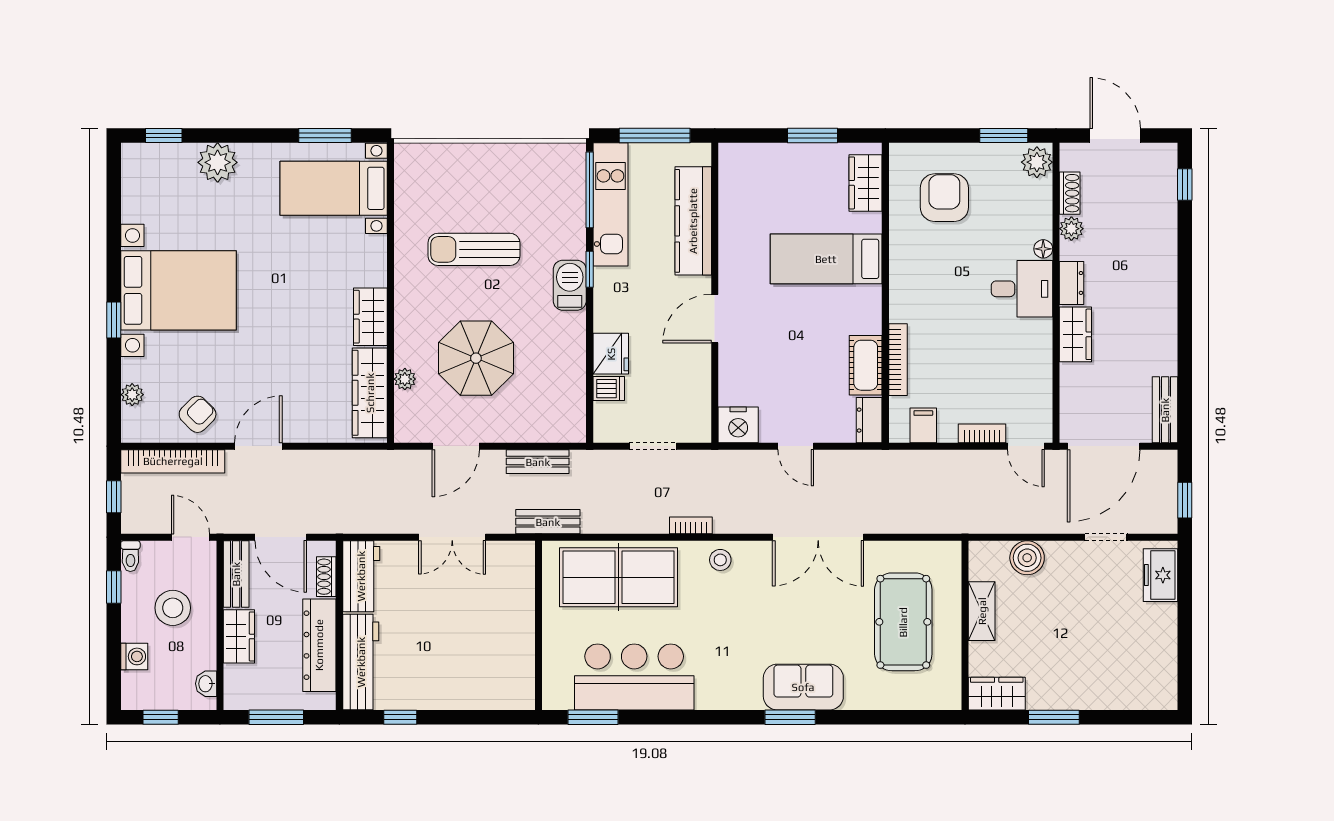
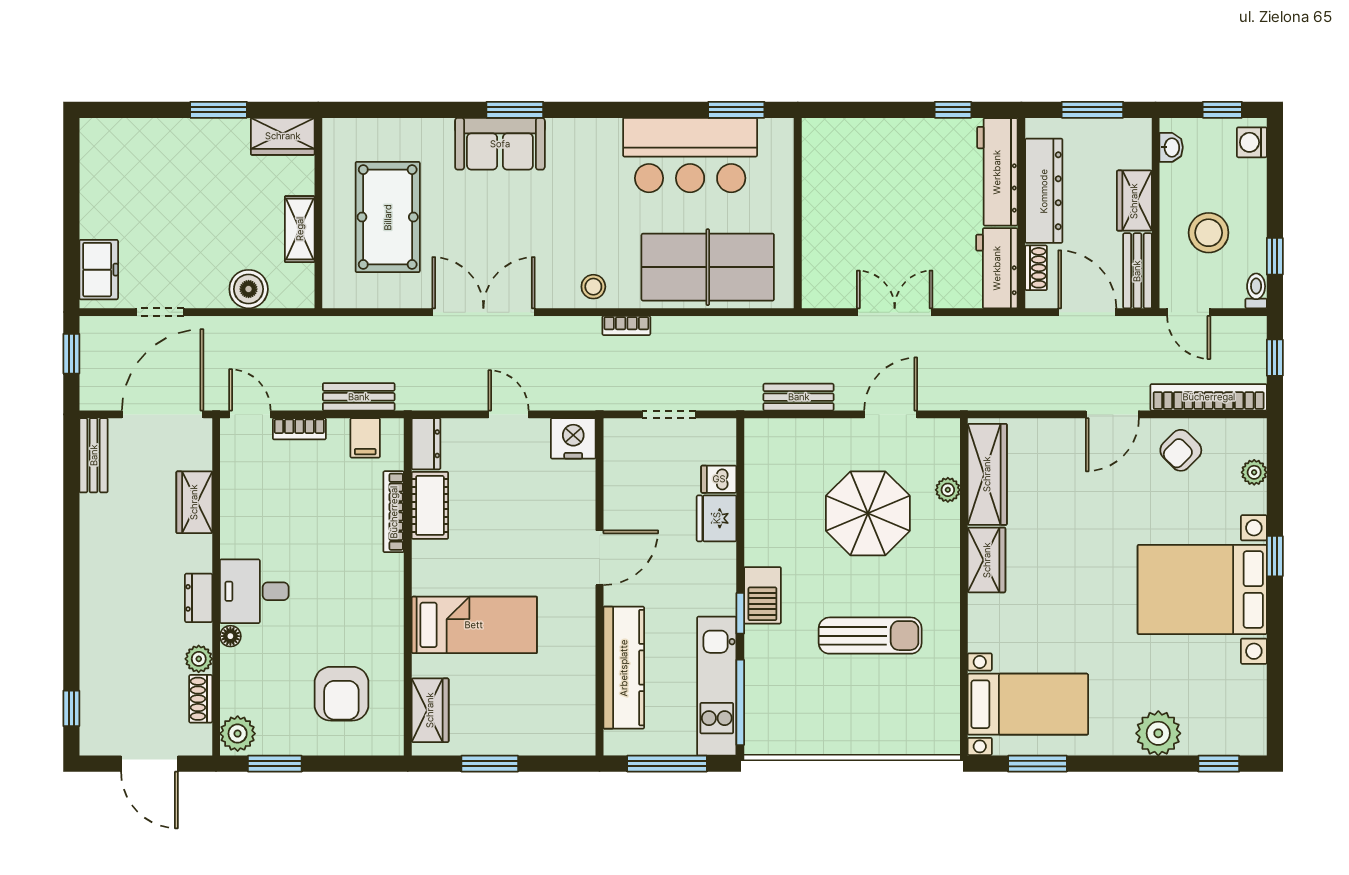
wardrobe: (1075, 334) -> (194, 502), moved
bench: (548, 522) -> (359, 397), moved
washing machine: (134, 656) -> (1252, 142), moved

